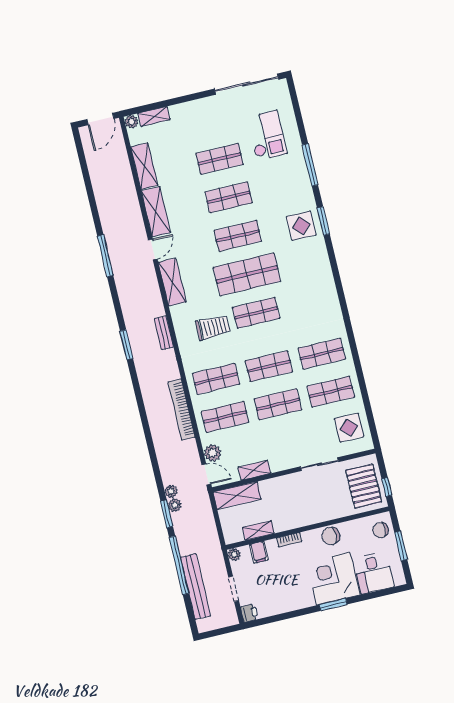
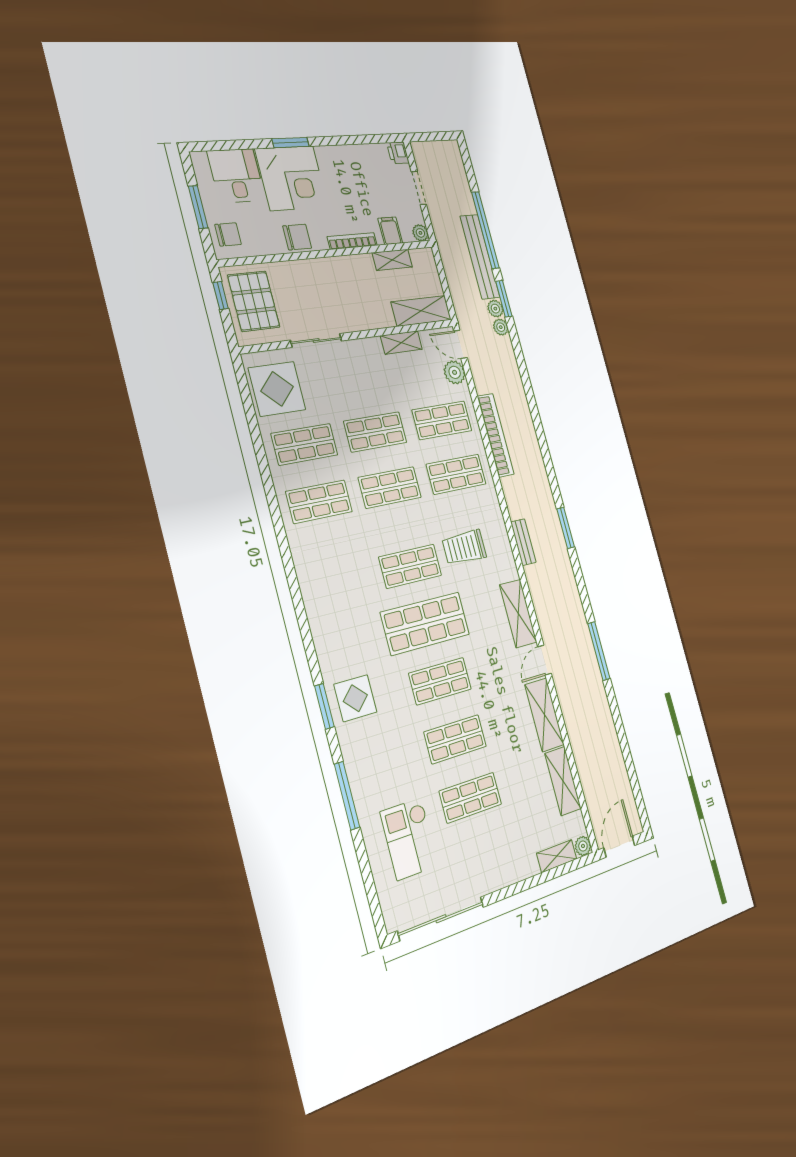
display table: (349, 428) -> (277, 389), width x1.36, depth x1.36
bookcase: (289, 540) -> (352, 241), width x1.56
bench: (195, 587) -> (480, 257), moved

